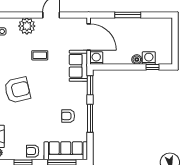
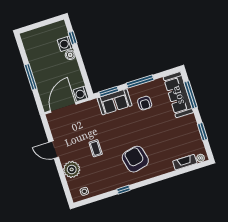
sofa: (78, 66) -> (115, 102), moved
armchair: (33, 151) -> (189, 126), removed

